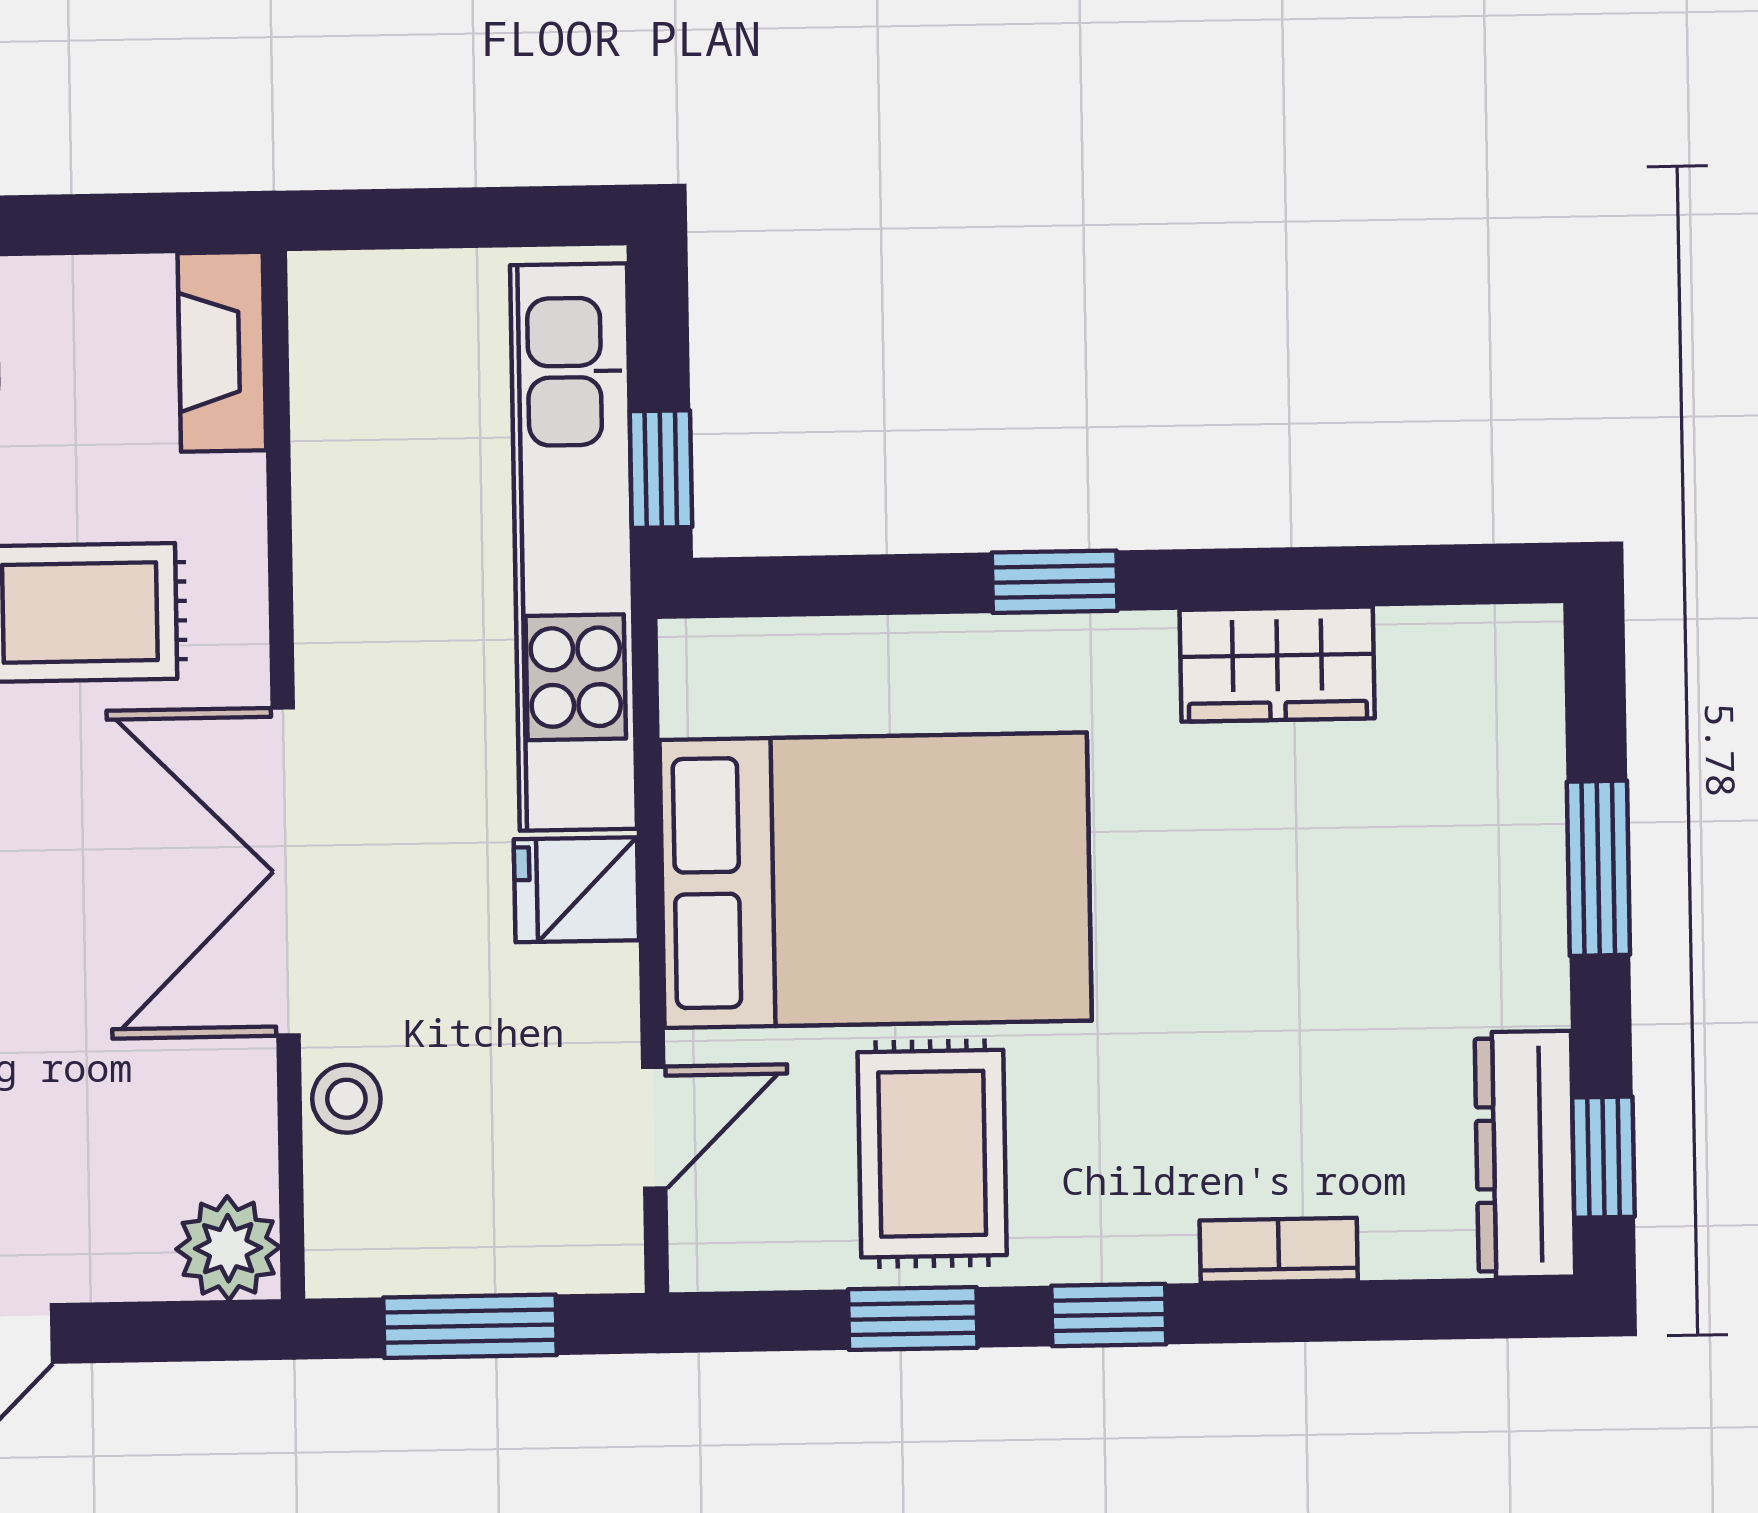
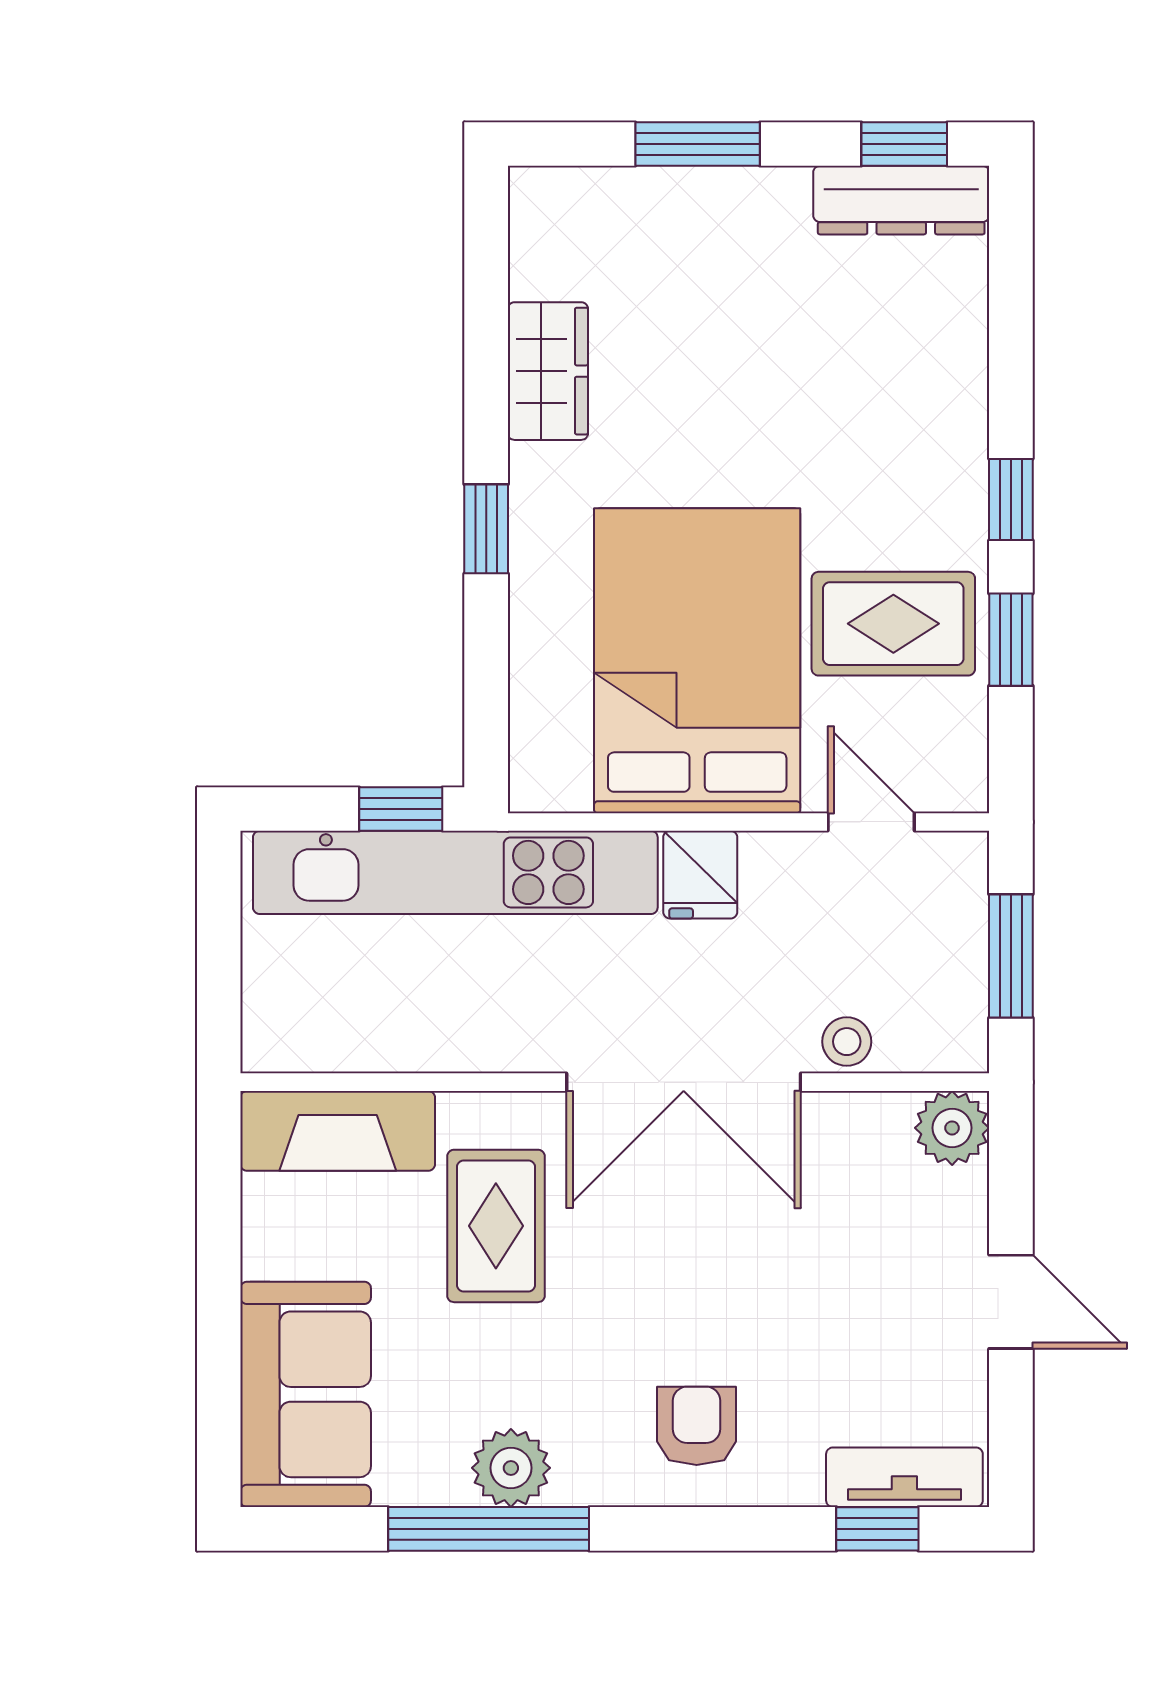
fireplace: (222, 352) -> (338, 1131), width x1.37, depth x1.32
bookcase: (1279, 1250) -> (967, 377), removed

